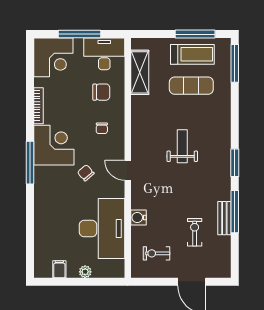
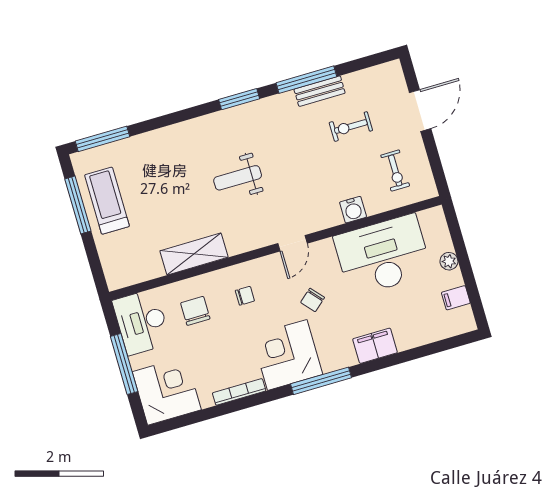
shelving: (140, 72) -> (194, 254), moved
exercise mat: (191, 86) -> (150, 190), removed
filing cabinet: (43, 206) -> (375, 346), added

